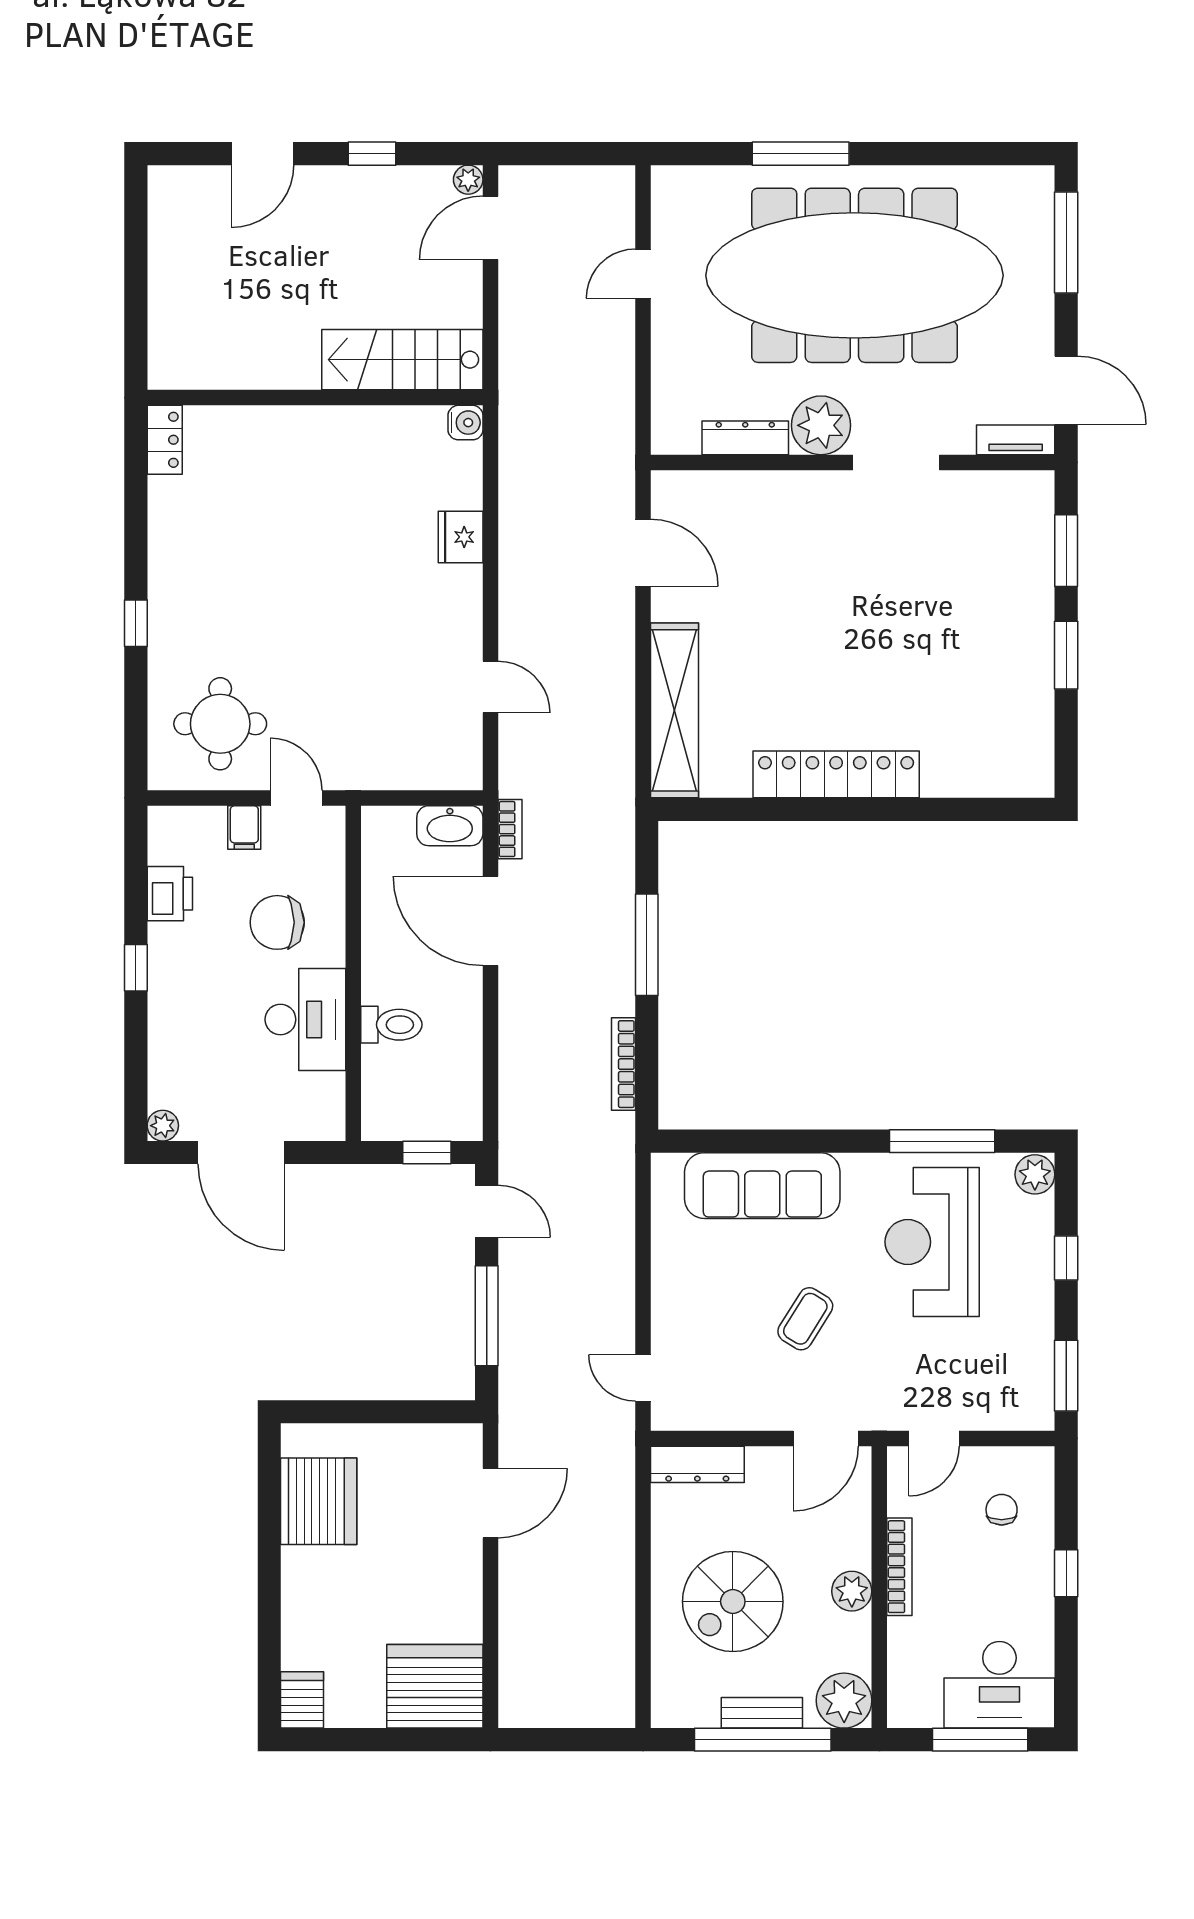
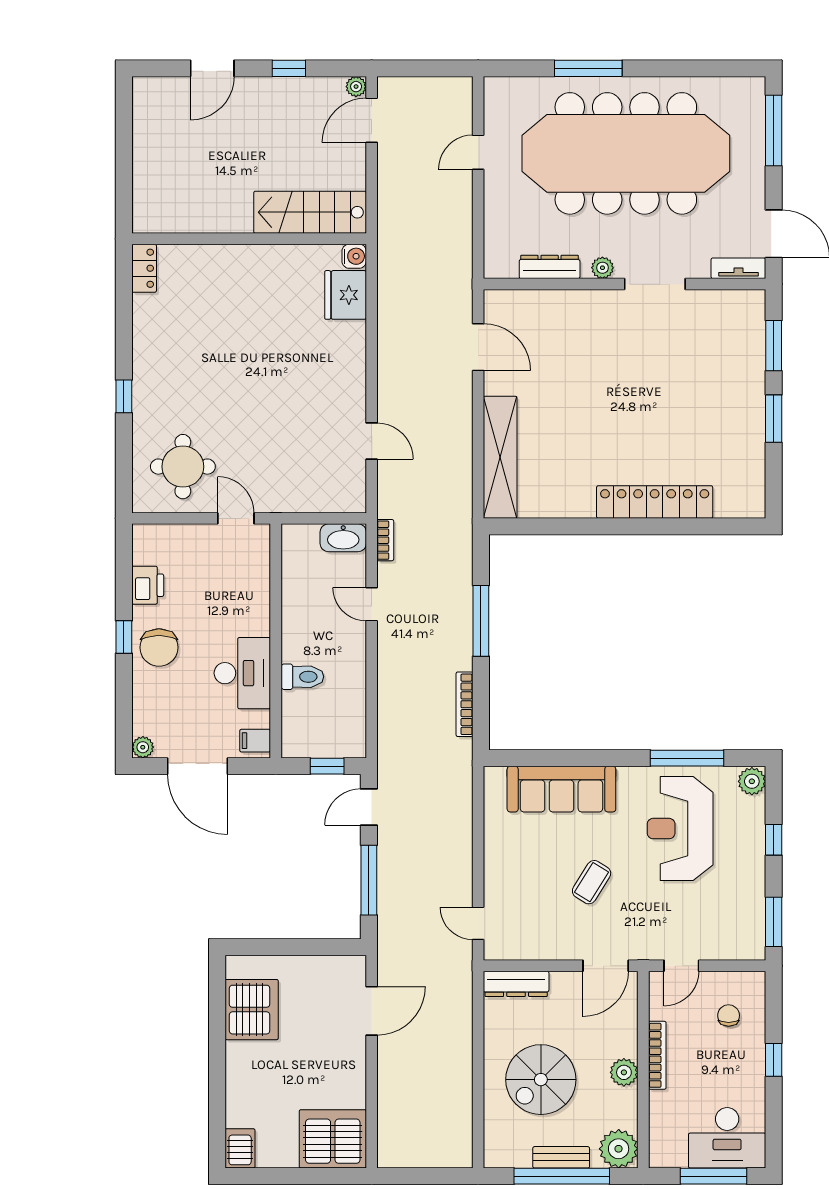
plant: (821, 425) -> (602, 268), width x0.53, depth x0.53
fridge: (461, 537) -> (346, 295), moved, width x1.36, depth x1.34
locker: (836, 774) -> (655, 502), moved
filing cabinet: (244, 827) -> (255, 741), moved, turned 90
door: (490, 921) -> (372, 604), width x0.53
chair: (277, 922) -> (159, 647), moved, turned -90
door: (487, 1211) -> (369, 807), swing flipped

